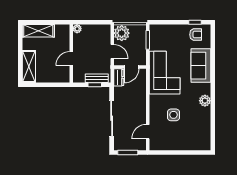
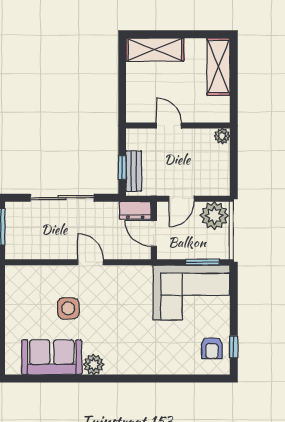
sofa: (201, 66) -> (52, 357), moved
corner sofa: (165, 73) -> (191, 292), moved
door: (148, 132) -> (90, 262), moved

